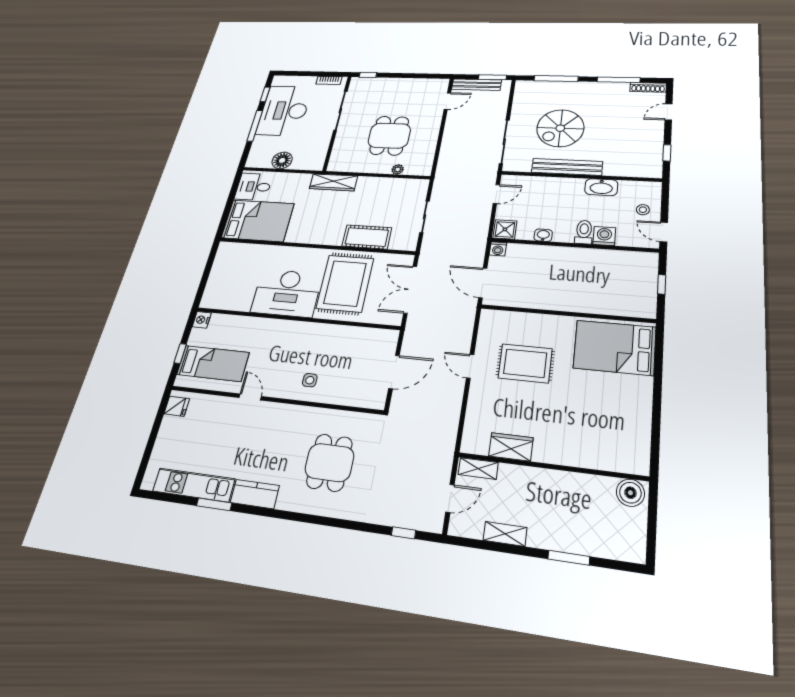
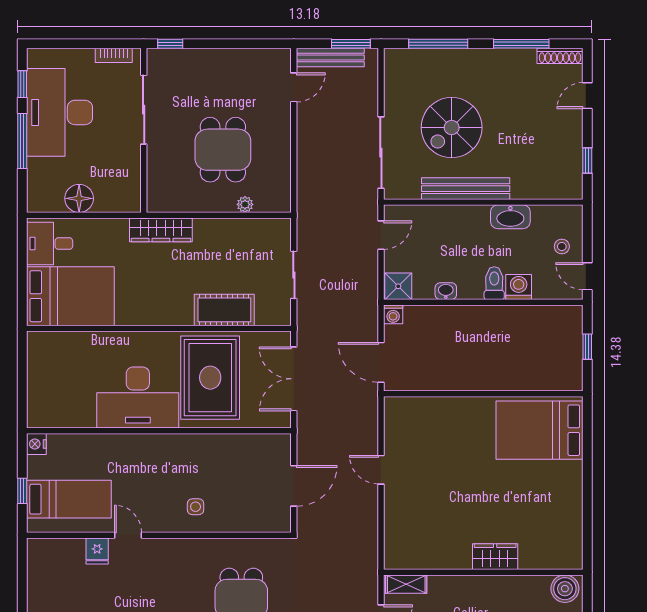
rug: (525, 363) -> (443, 459), removed
fridge: (177, 406) -> (97, 551), moved, turned 90
wardrobe: (511, 447) -> (495, 557), moved

